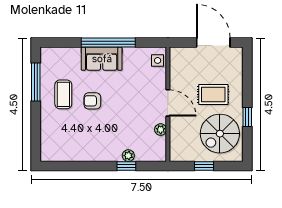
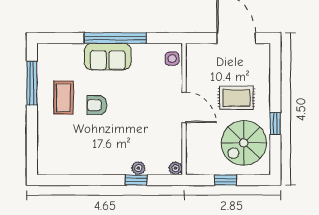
plant: (161, 130) -> (176, 168), moved

